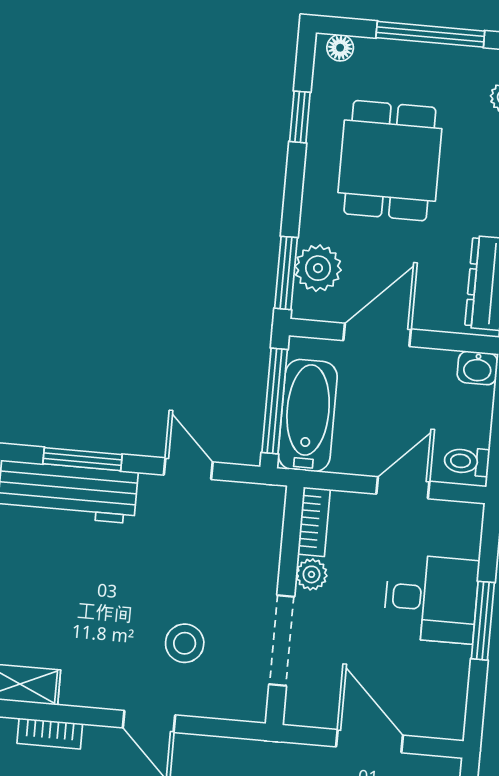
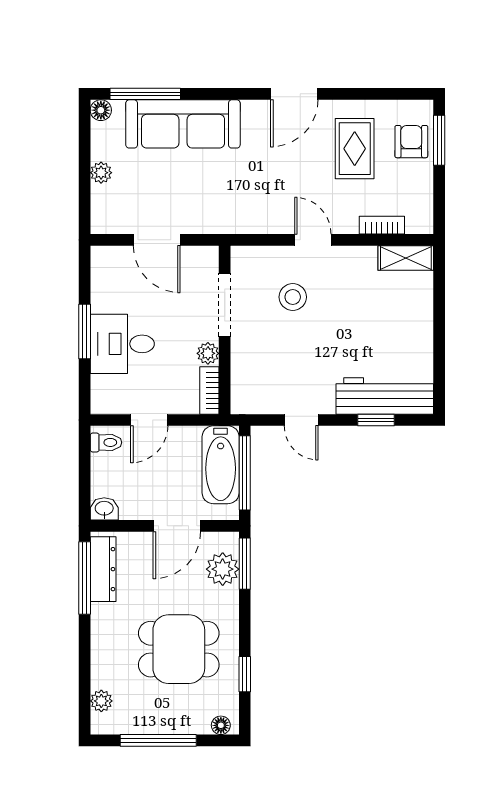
dining table: (390, 161) -> (179, 649), turned 90
window: (82, 459) -> (376, 420), width x0.67

